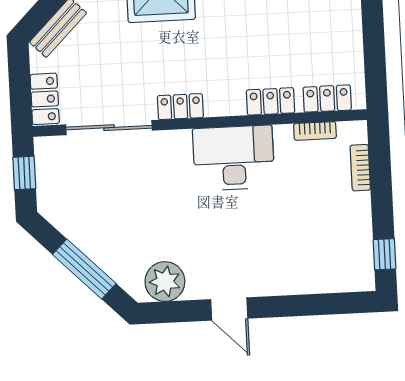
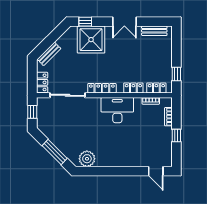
window: (375, 61) -> (176, 74), added
locker: (180, 107) -> (102, 88), width x1.53
window: (385, 254) -> (176, 135), moved
door: (229, 309) -> (156, 171), moved

